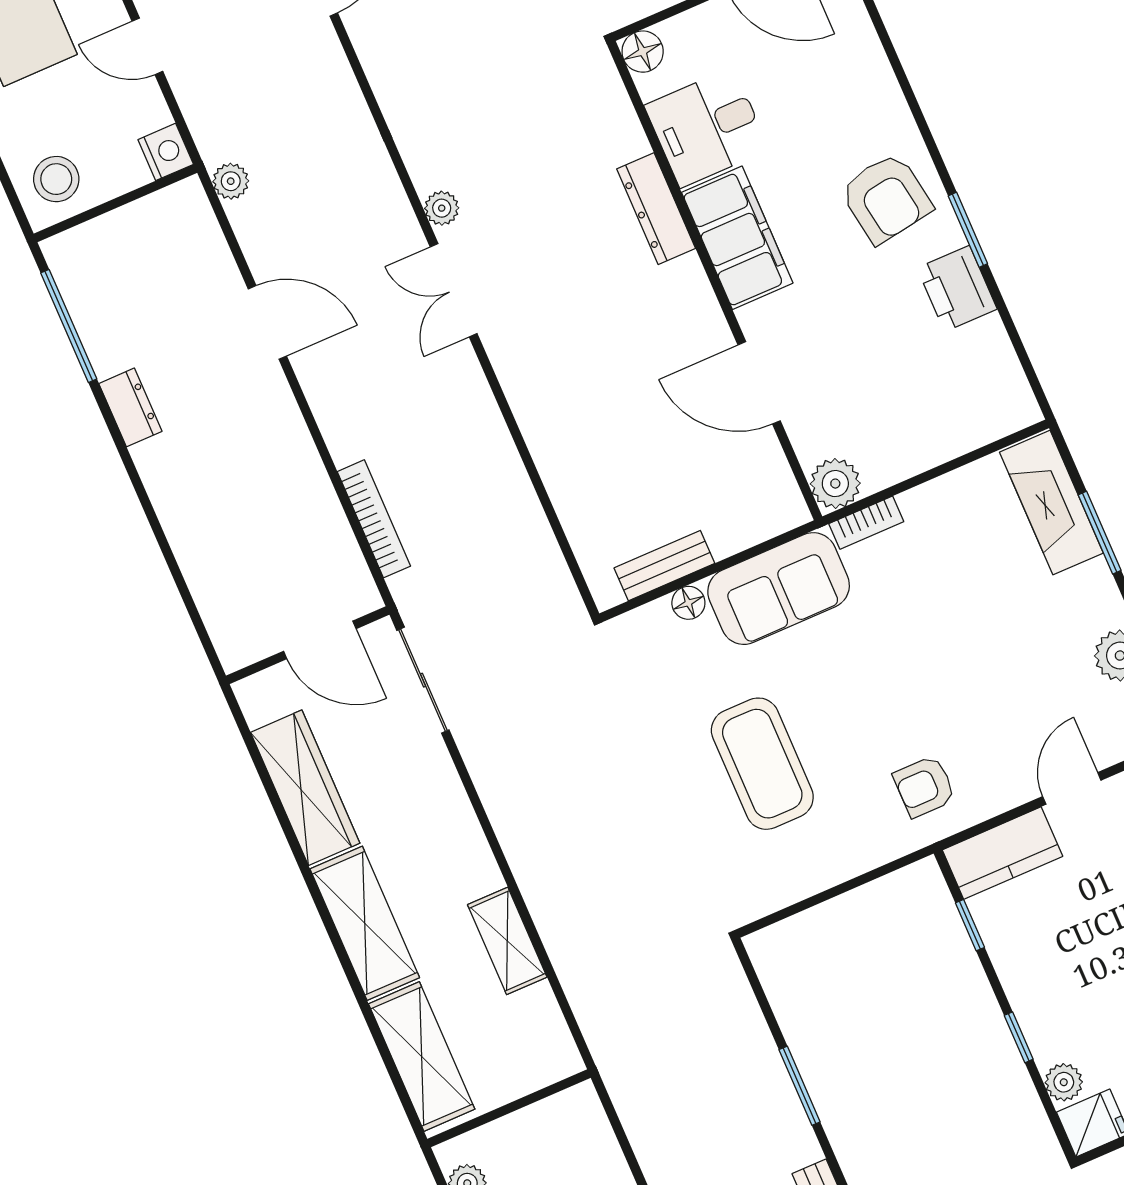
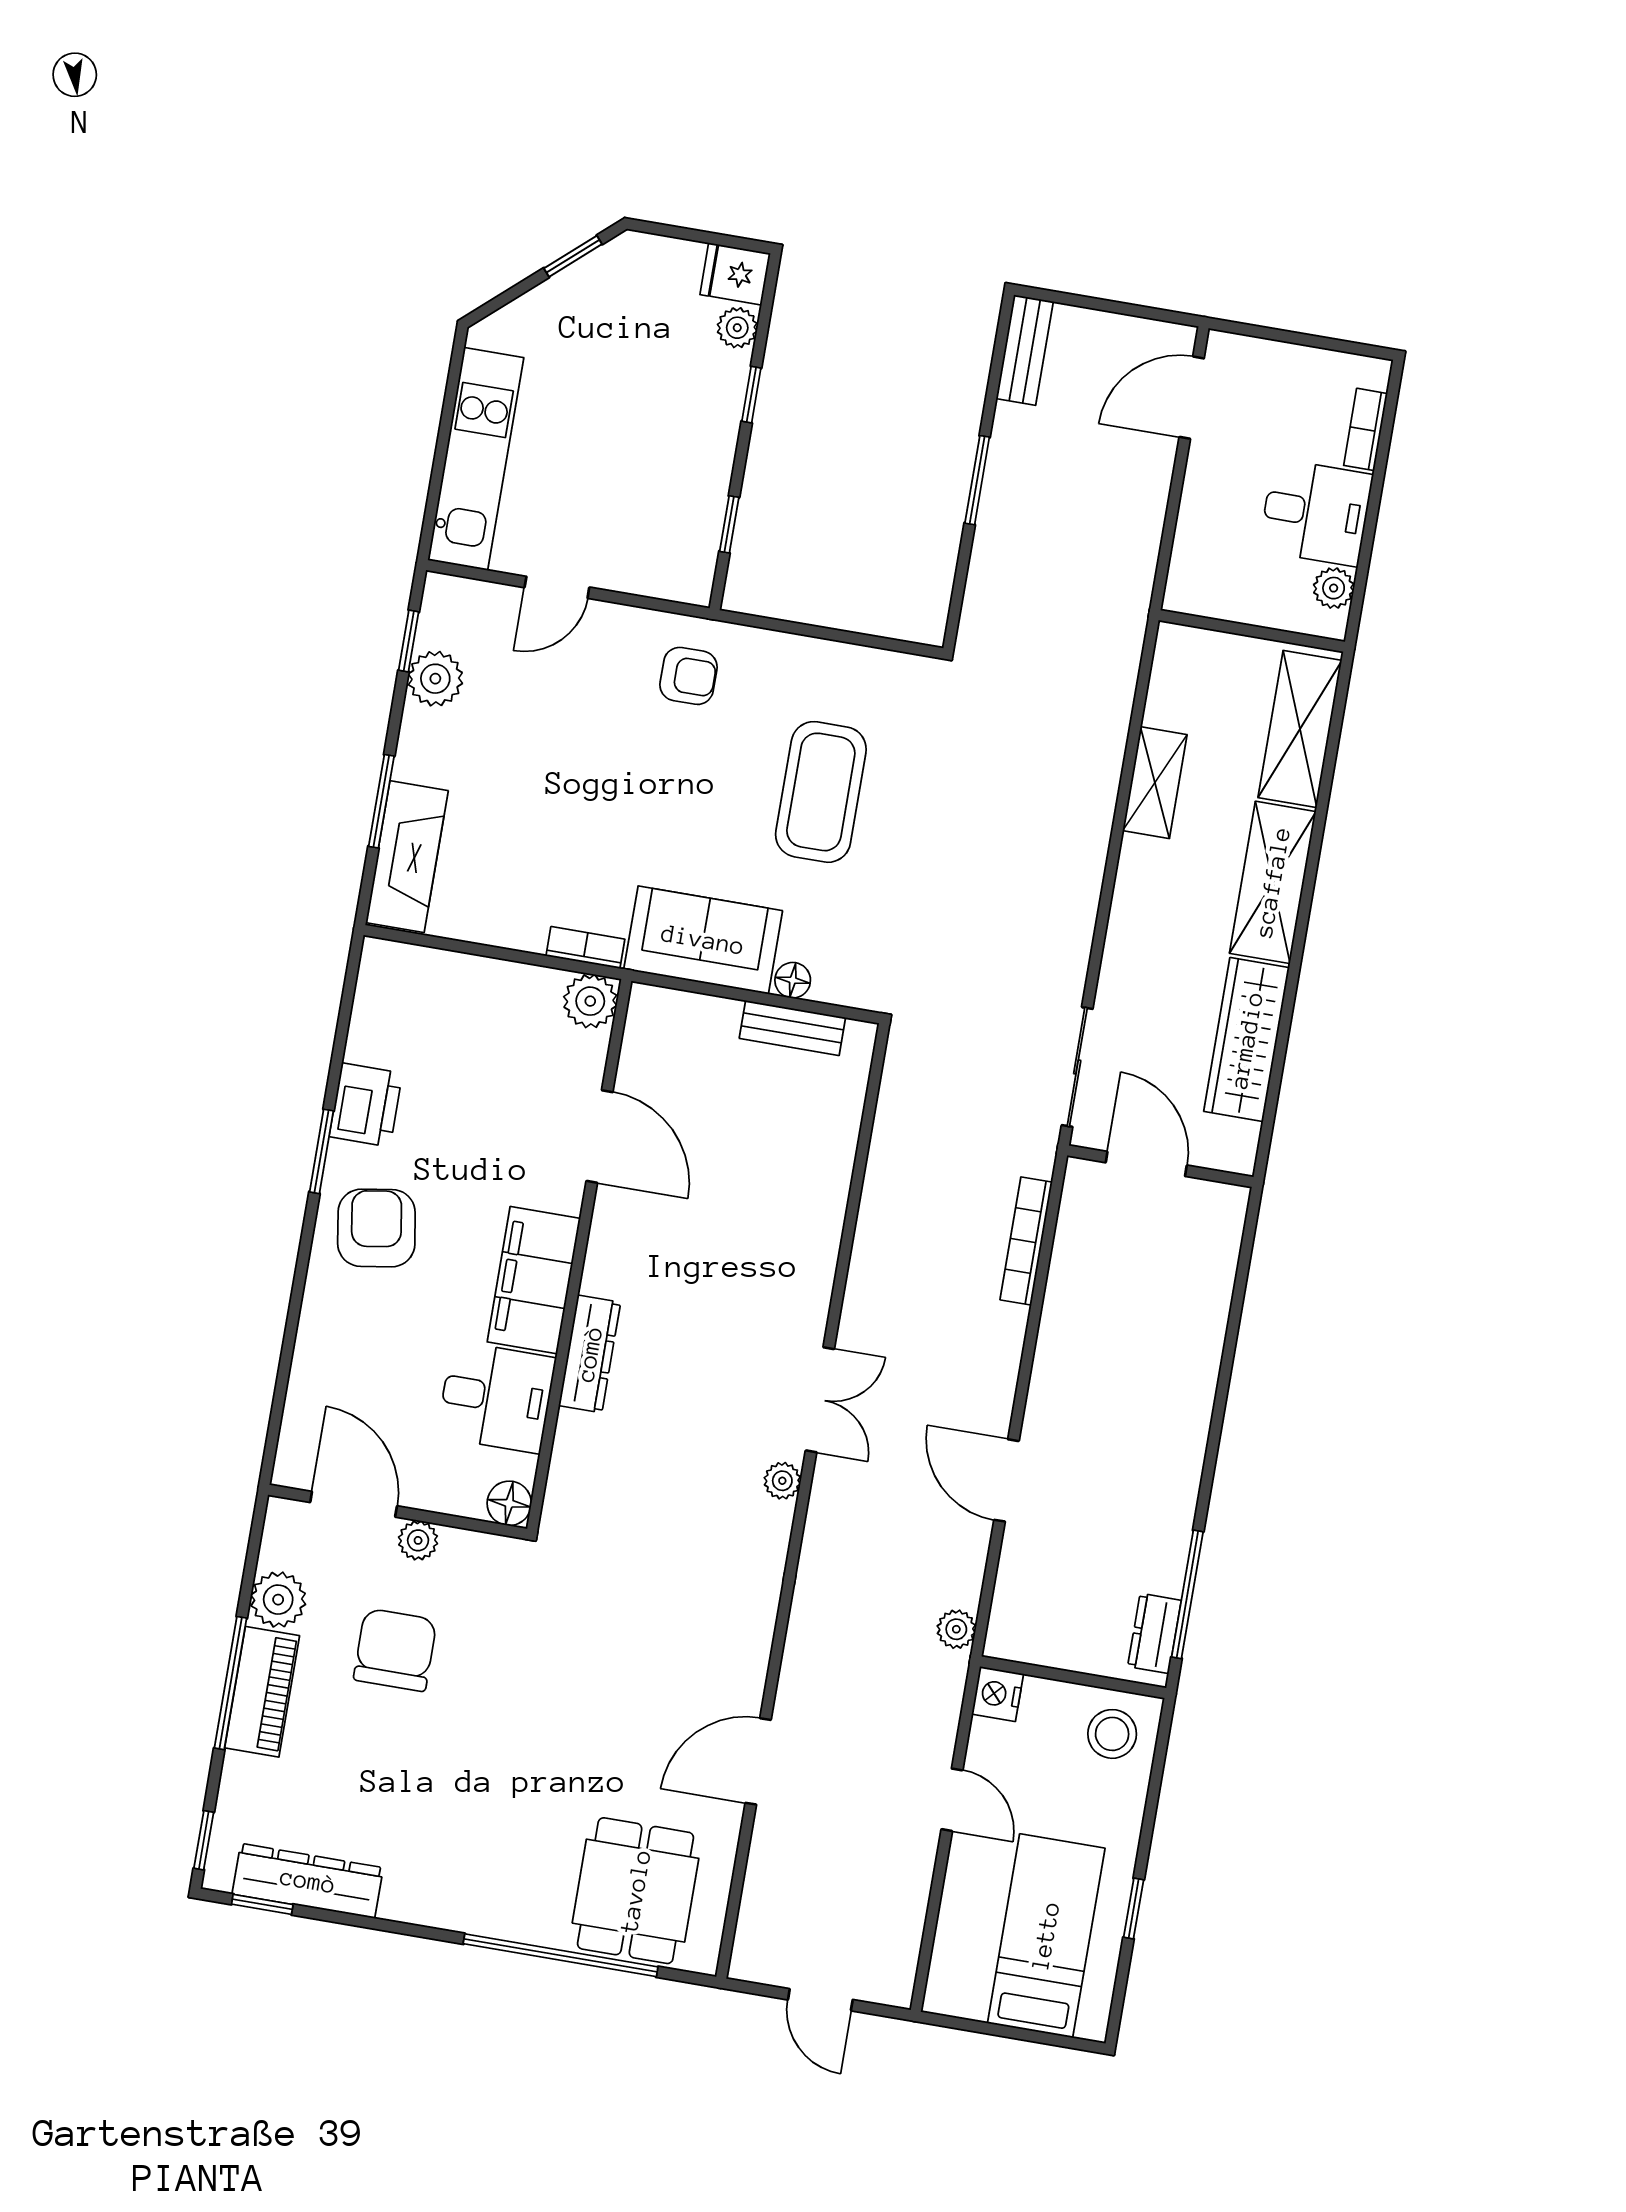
dresser: (130, 407) -> (1154, 1633), moved
kitchen counter: (1002, 853) -> (657, 570), removed

